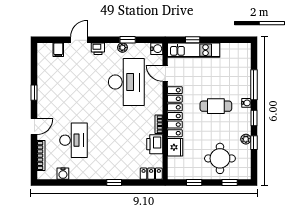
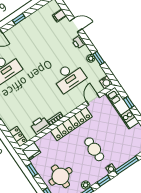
desk: (126, 82) -> (69, 77), width x0.73, depth x0.77
fridge: (175, 147) -> (31, 151), moved

